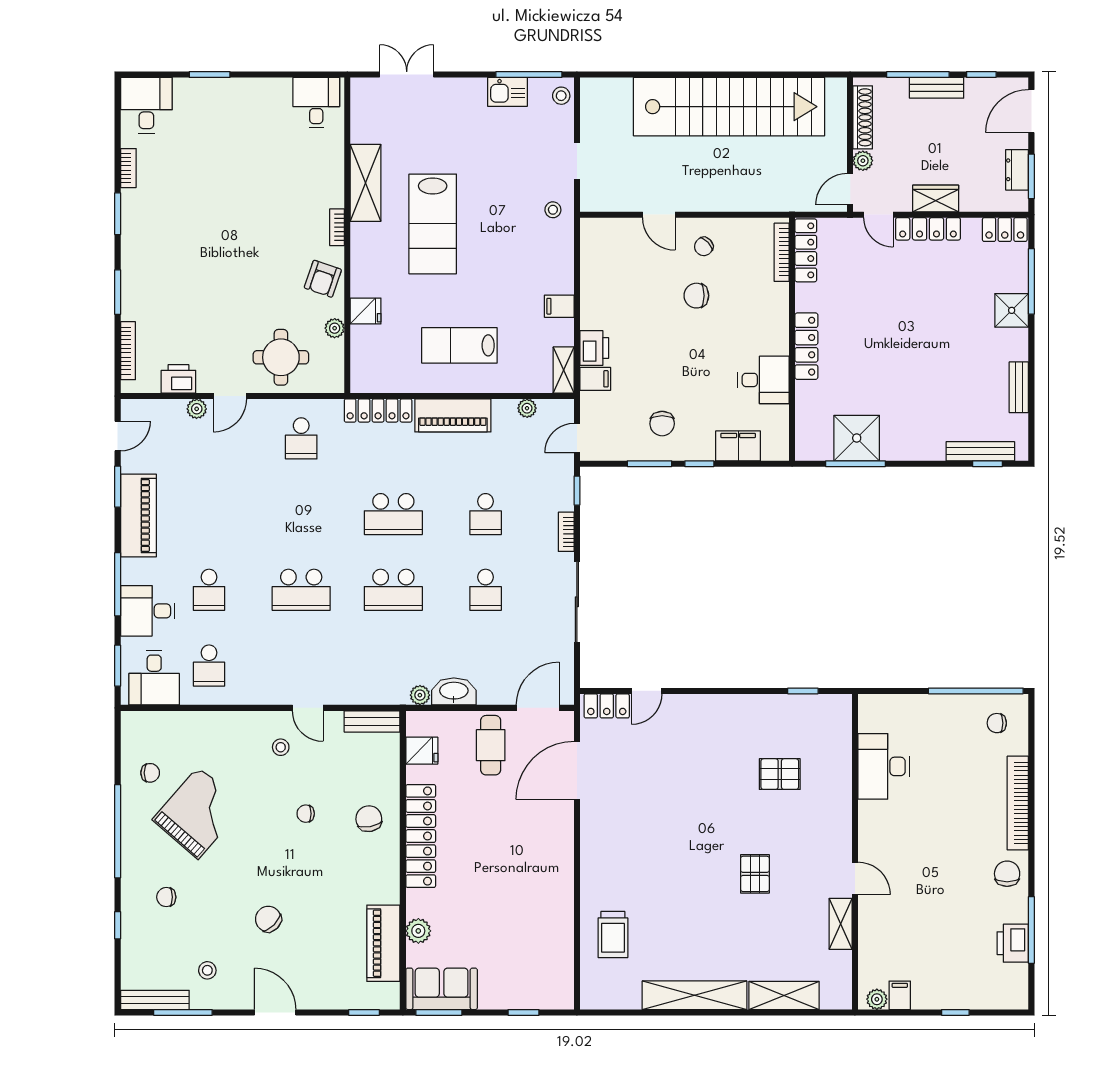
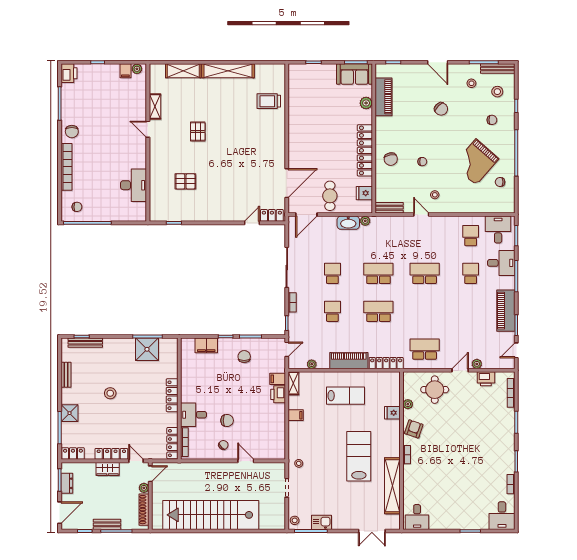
shelving: (366, 183) -> (392, 486), width x1.47
stool: (930, 350) -> (110, 393), added
desk: (764, 380) -> (193, 415), moved
school desk: (301, 438) -> (425, 349), width x1.85
trolley: (613, 935) -> (269, 101), turned -90
printer: (1013, 943) -> (69, 73), moved
stool: (156, 954) -> (497, 92), added

